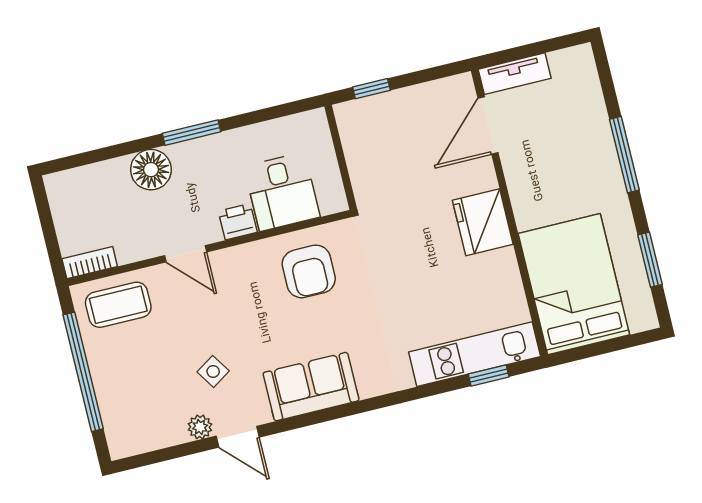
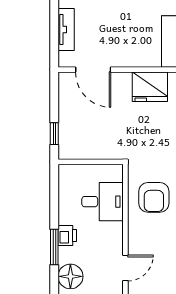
tv unit: (515, 74) -> (66, 29), moved
printer: (238, 222) -> (67, 236), moved, turned 180
armchair: (309, 271) -> (154, 197), turned 90

